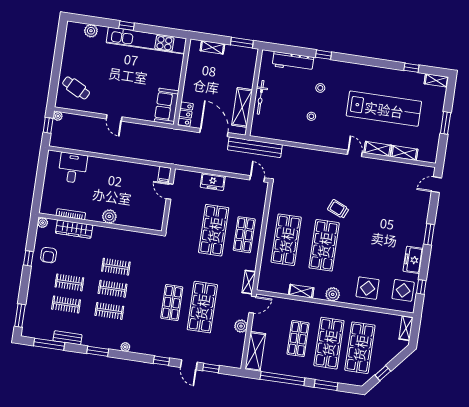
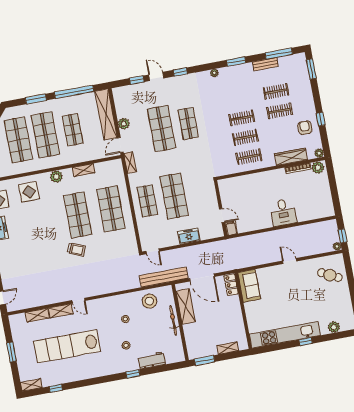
workbench: (293, 62) -> (152, 360), width x0.73
stool: (279, 127) -> (149, 301), added
desk: (73, 168) -> (283, 212), moved
plant: (109, 216) -> (318, 168), moved
clothes rail: (109, 311) -> (249, 157), moved
shelving: (255, 351) -> (106, 114), width x1.47

